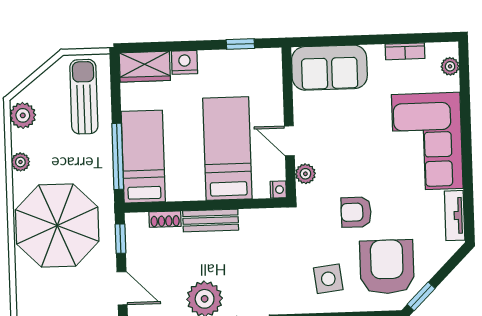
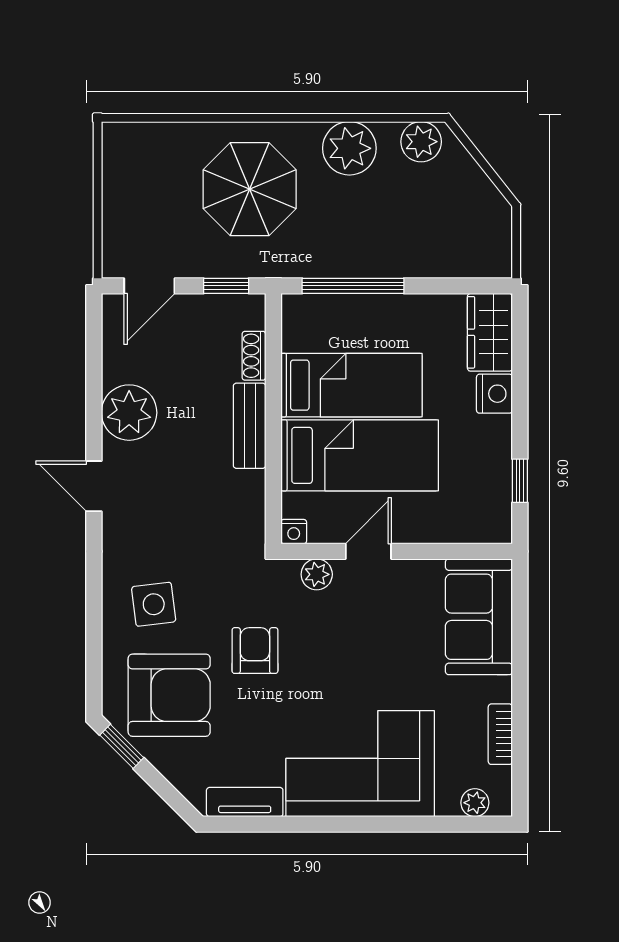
sun lounger: (84, 97) -> (447, 237), removed
bed: (143, 157) -> (351, 385), moved
plant: (20, 162) -> (349, 148), width x1.88, depth x1.88
parasol: (57, 226) -> (250, 189), width x0.73, depth x0.73

